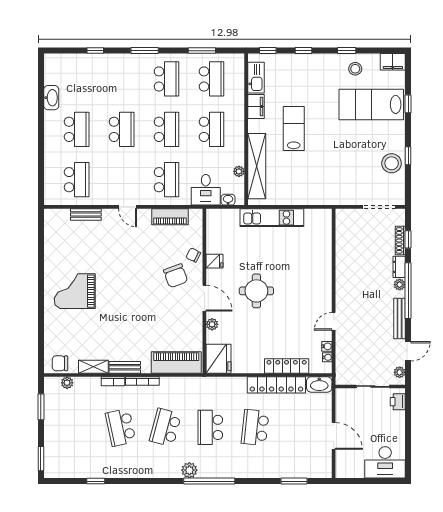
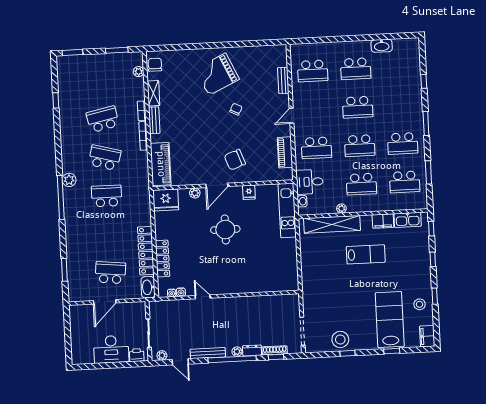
plant: (239, 171) -> (341, 209), moved
kitchen unit: (272, 218) -> (287, 210), moved
chair: (193, 255) -> (236, 109), moved
grand piano: (75, 291) -> (217, 74), turned -115
school desk: (255, 427) -> (110, 273), moved
desk: (385, 462) -> (111, 349), moved, turned -90

